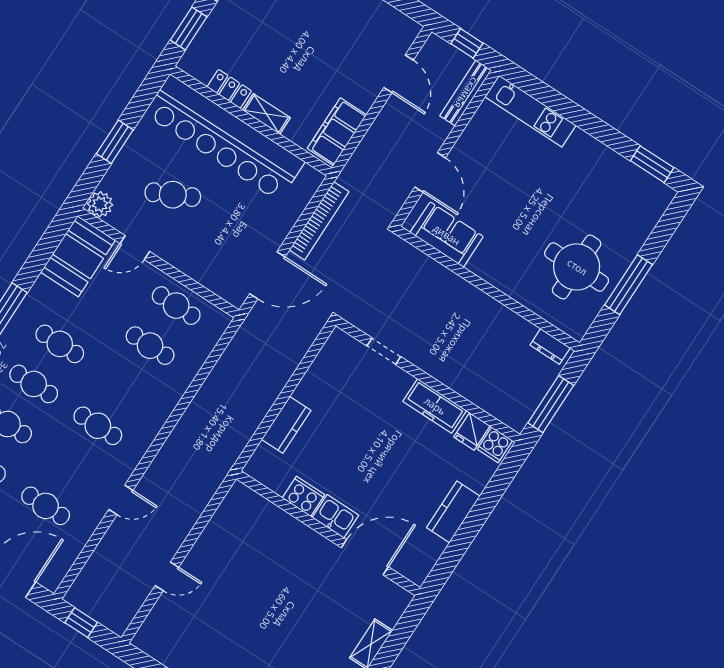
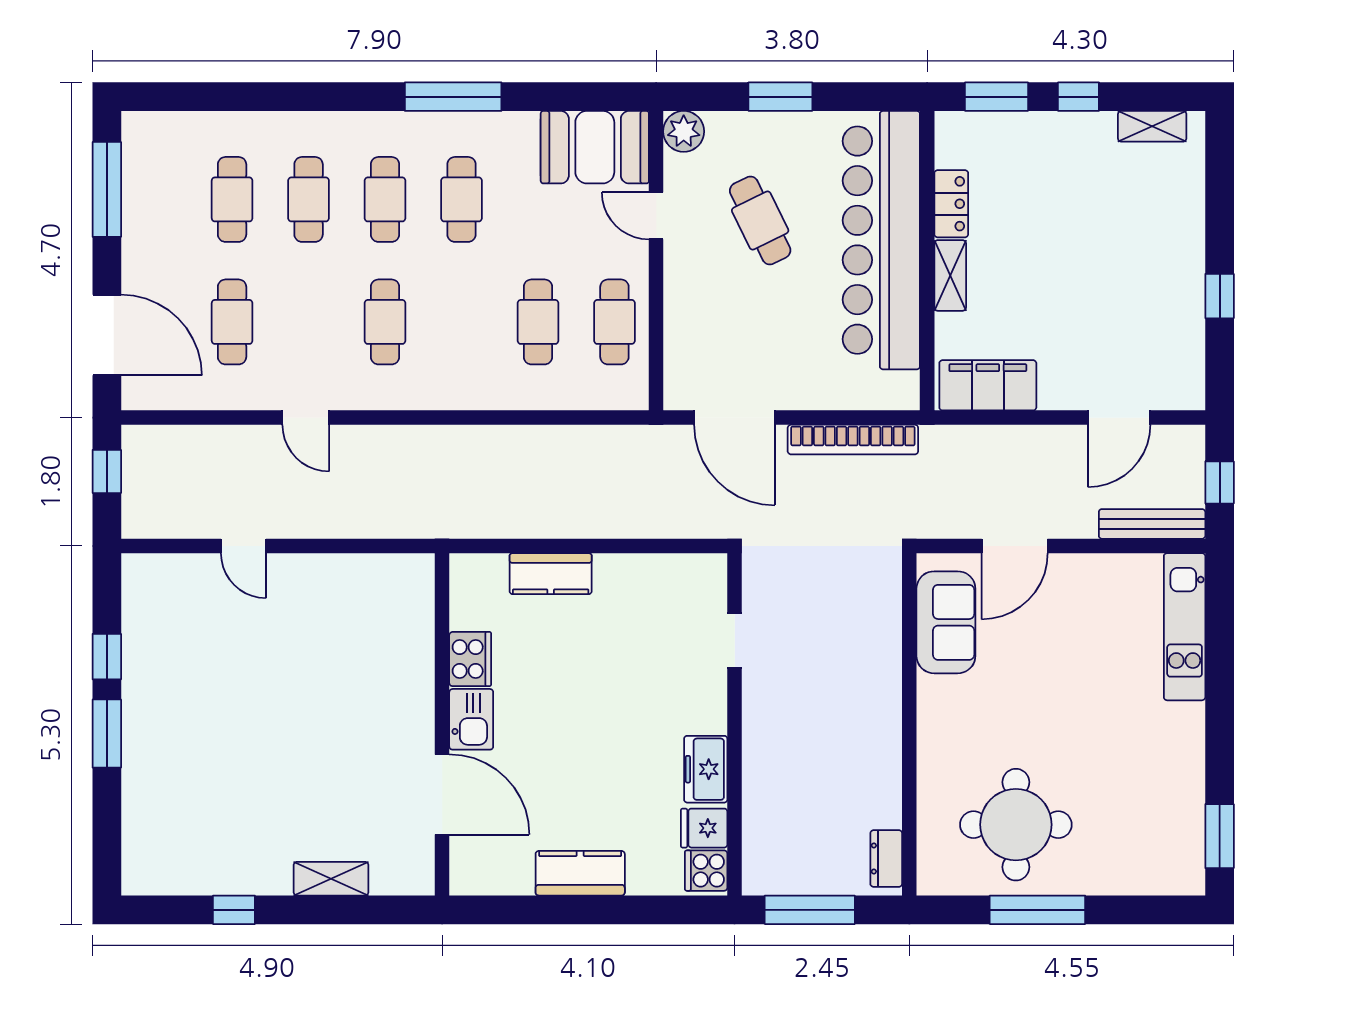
freezer: (435, 406) -> (706, 769), width x0.71

